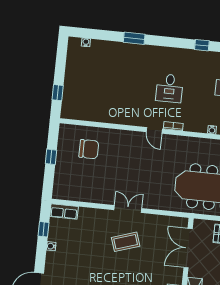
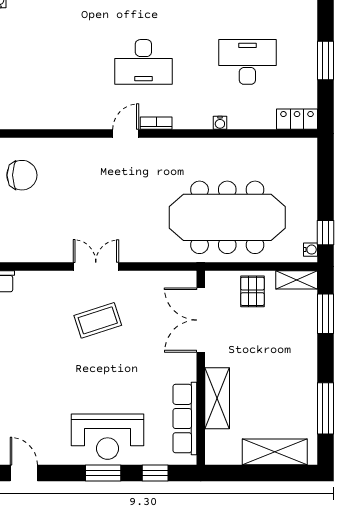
desk: (169, 88) -> (143, 62), width x1.37
door: (154, 130) -> (126, 134), swing flipped

